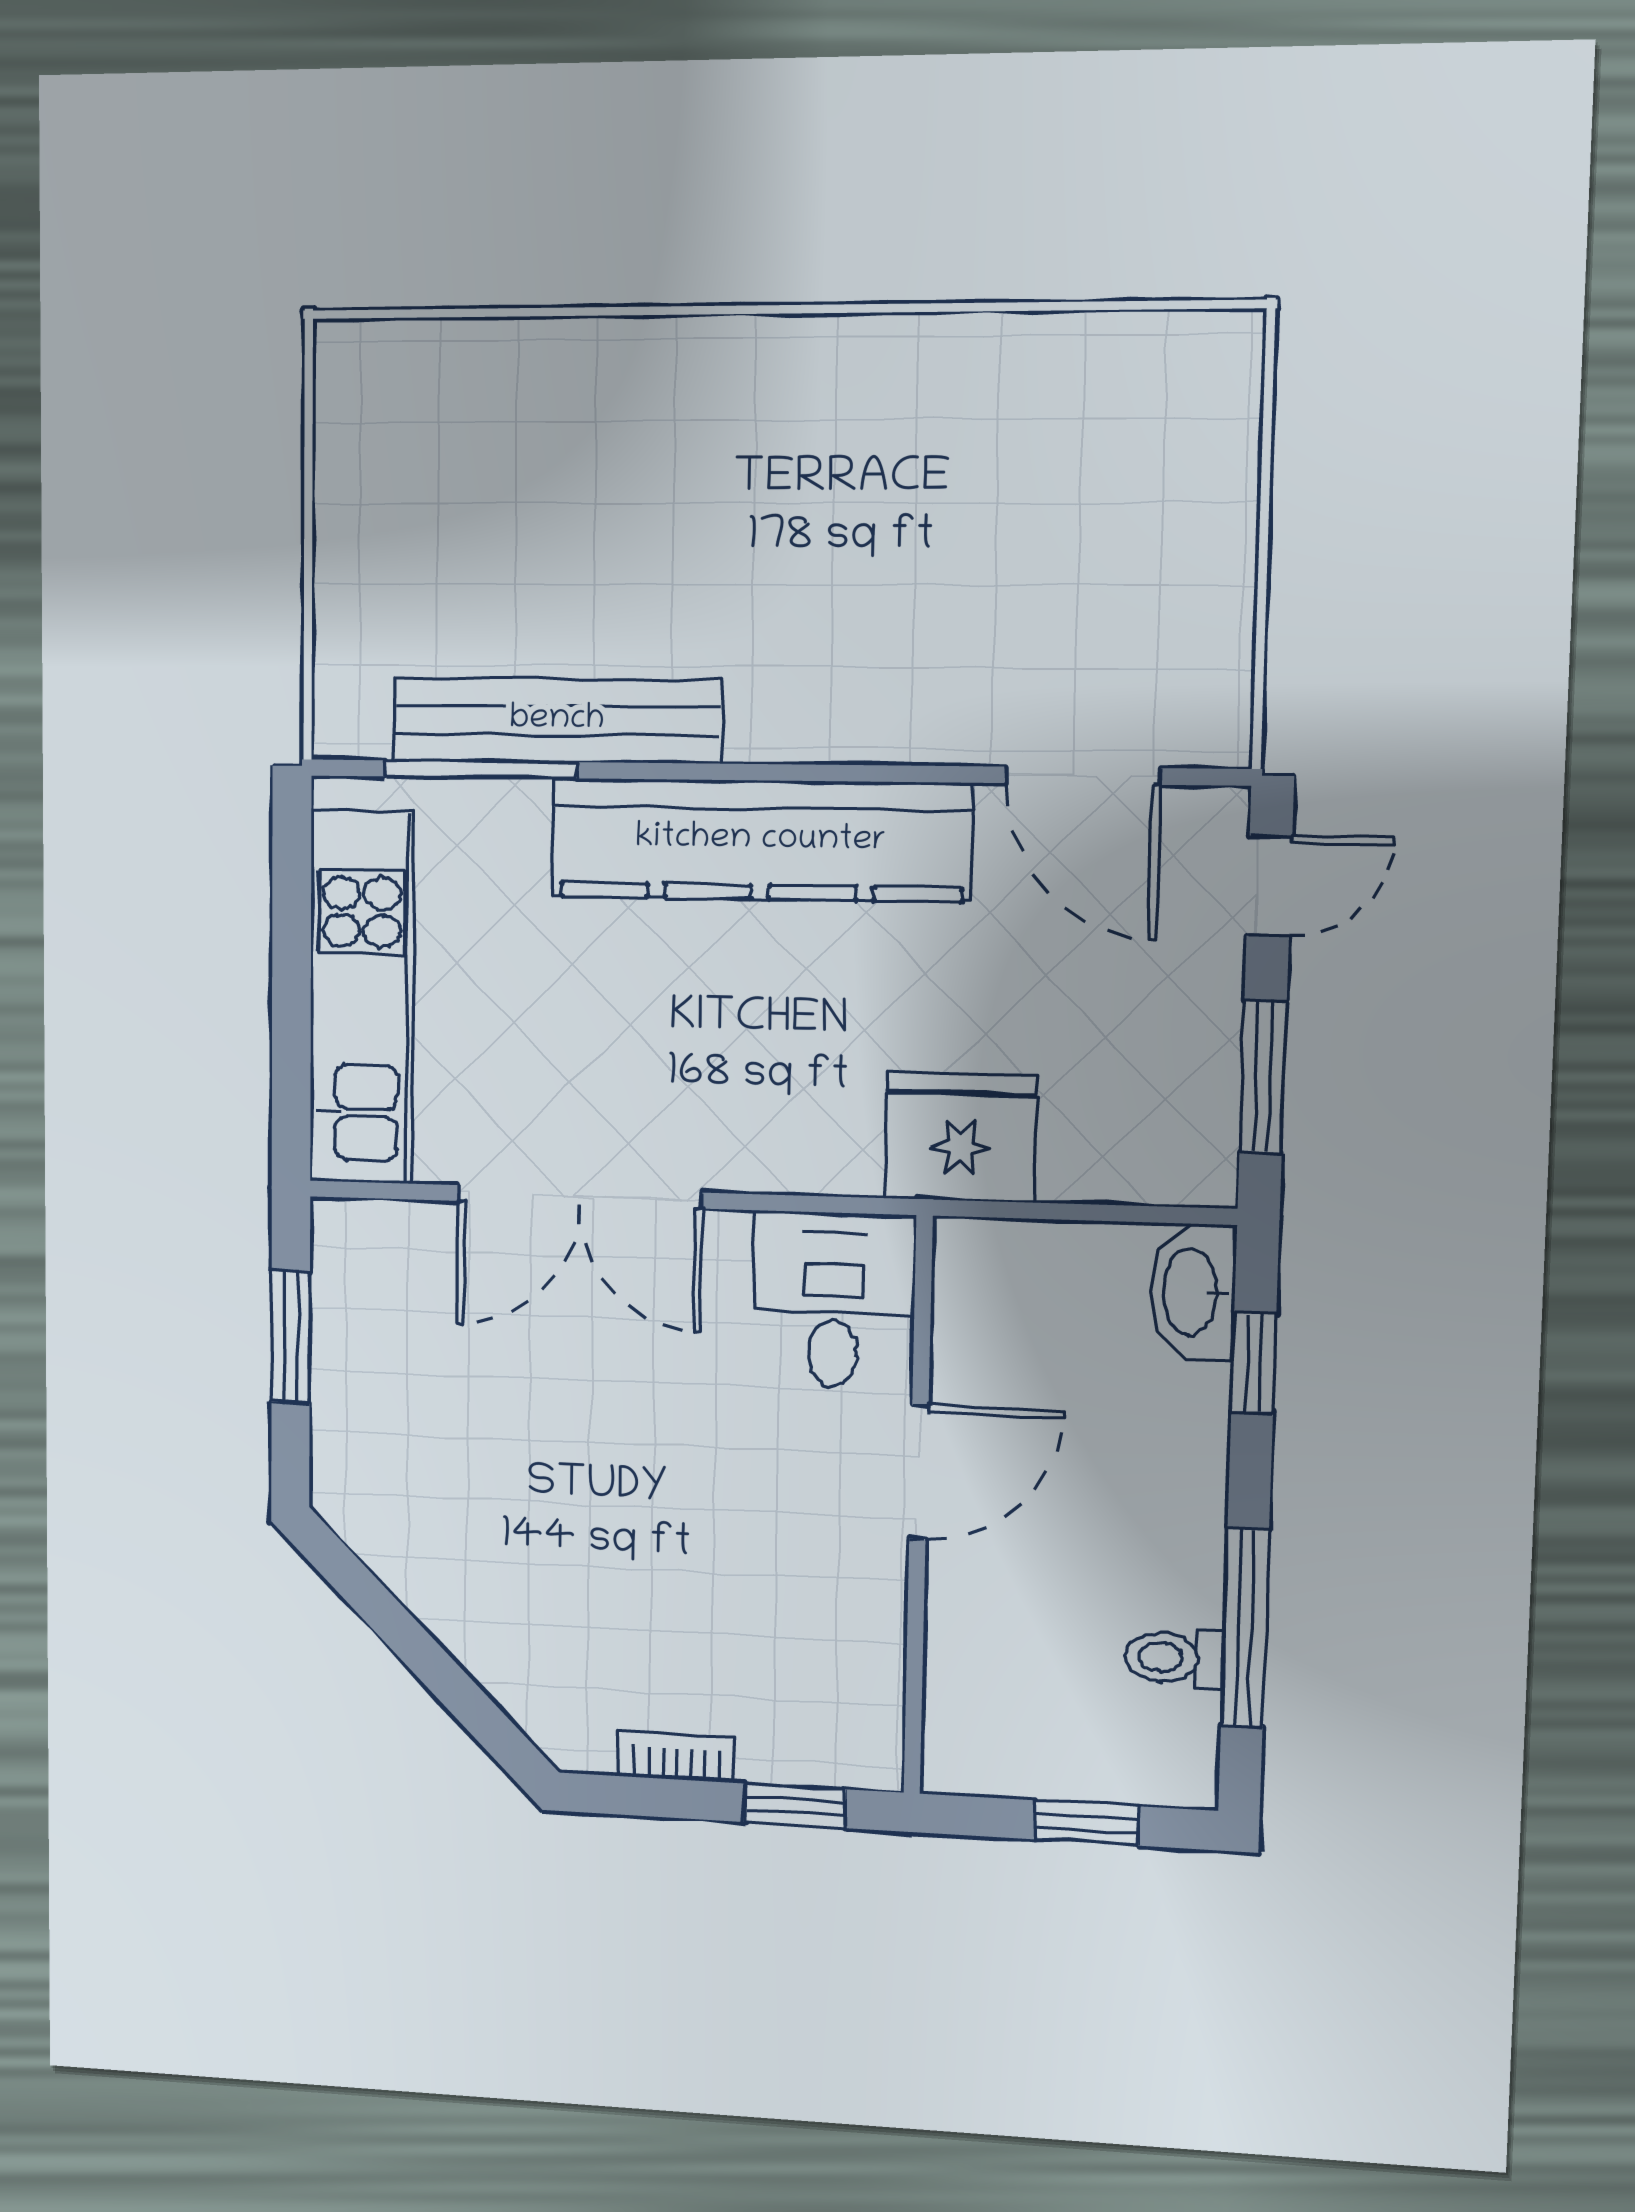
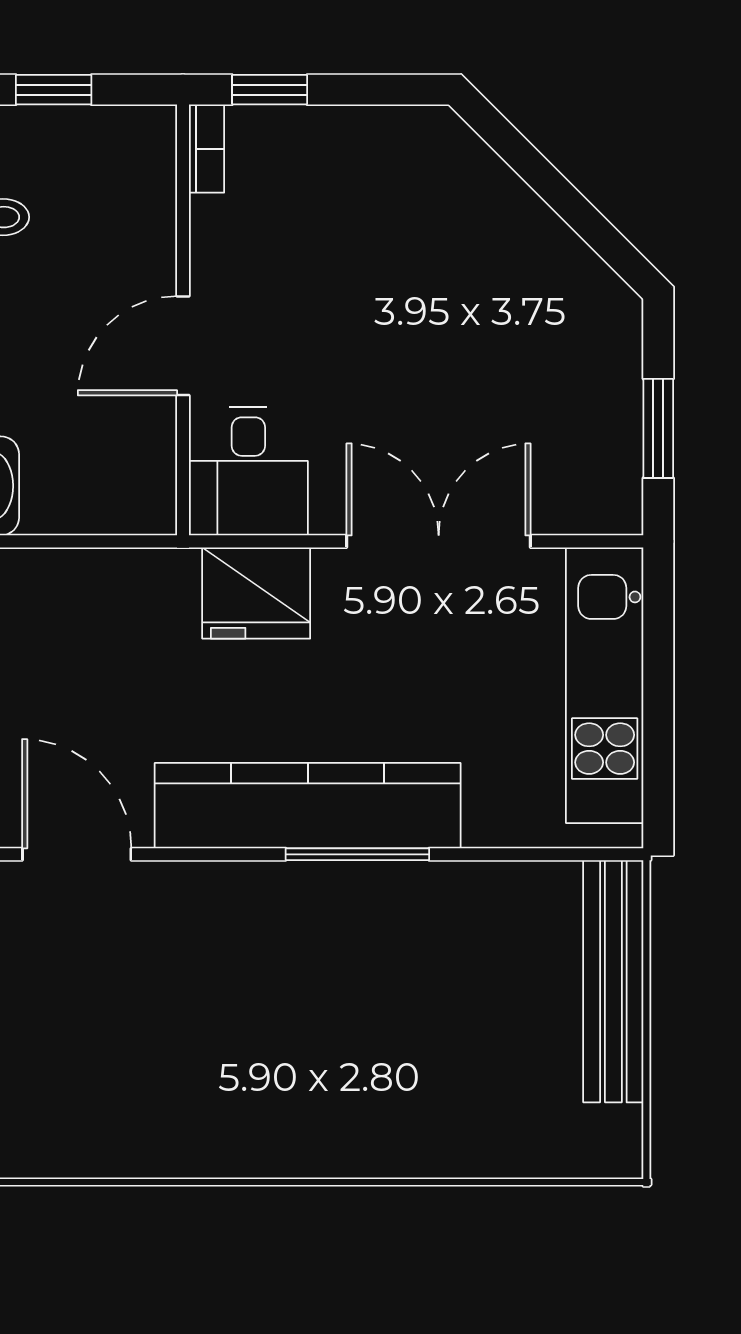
bench: (557, 720) -> (613, 981), moved, turned 90
window: (480, 769) -> (357, 854), moved
fridge: (961, 1138) -> (256, 593), moved
bookcase: (677, 1756) -> (206, 149), moved, turned -90

